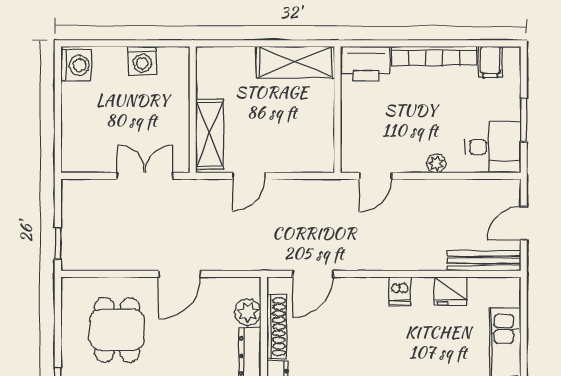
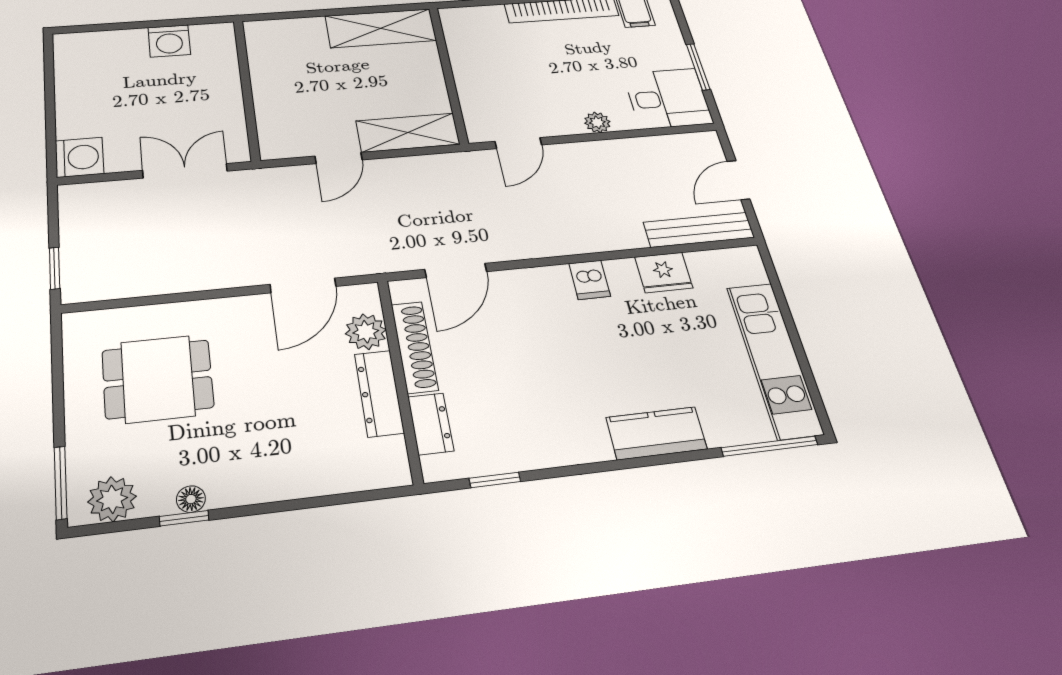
printer: (366, 64) -> (475, 24), removed
washing machine: (76, 65) -> (80, 157), moved
shelving: (210, 134) -> (408, 133), moved, turned 90
door: (180, 274) -> (303, 285), moved
dining table: (117, 330) -> (158, 379), turned 90

